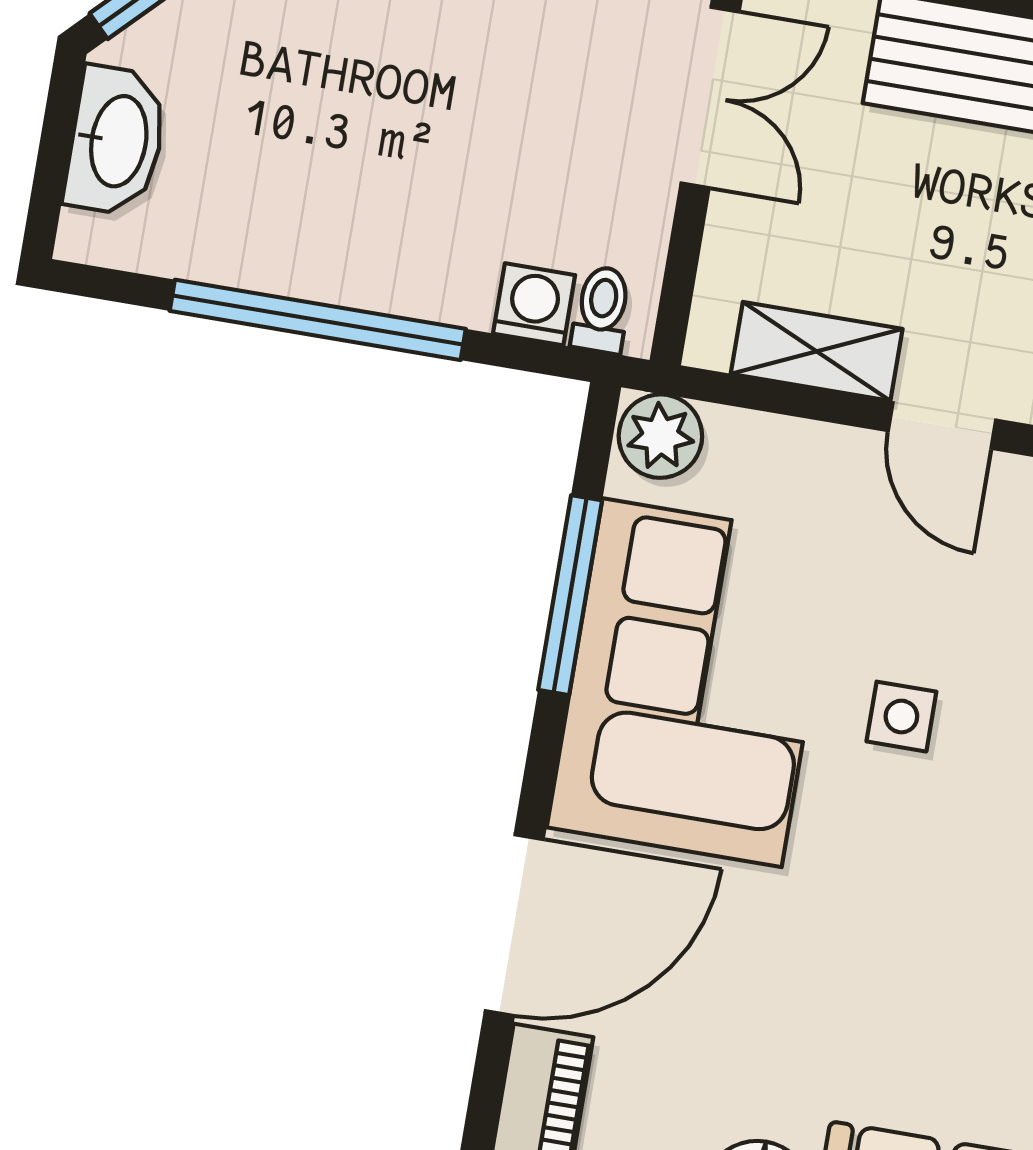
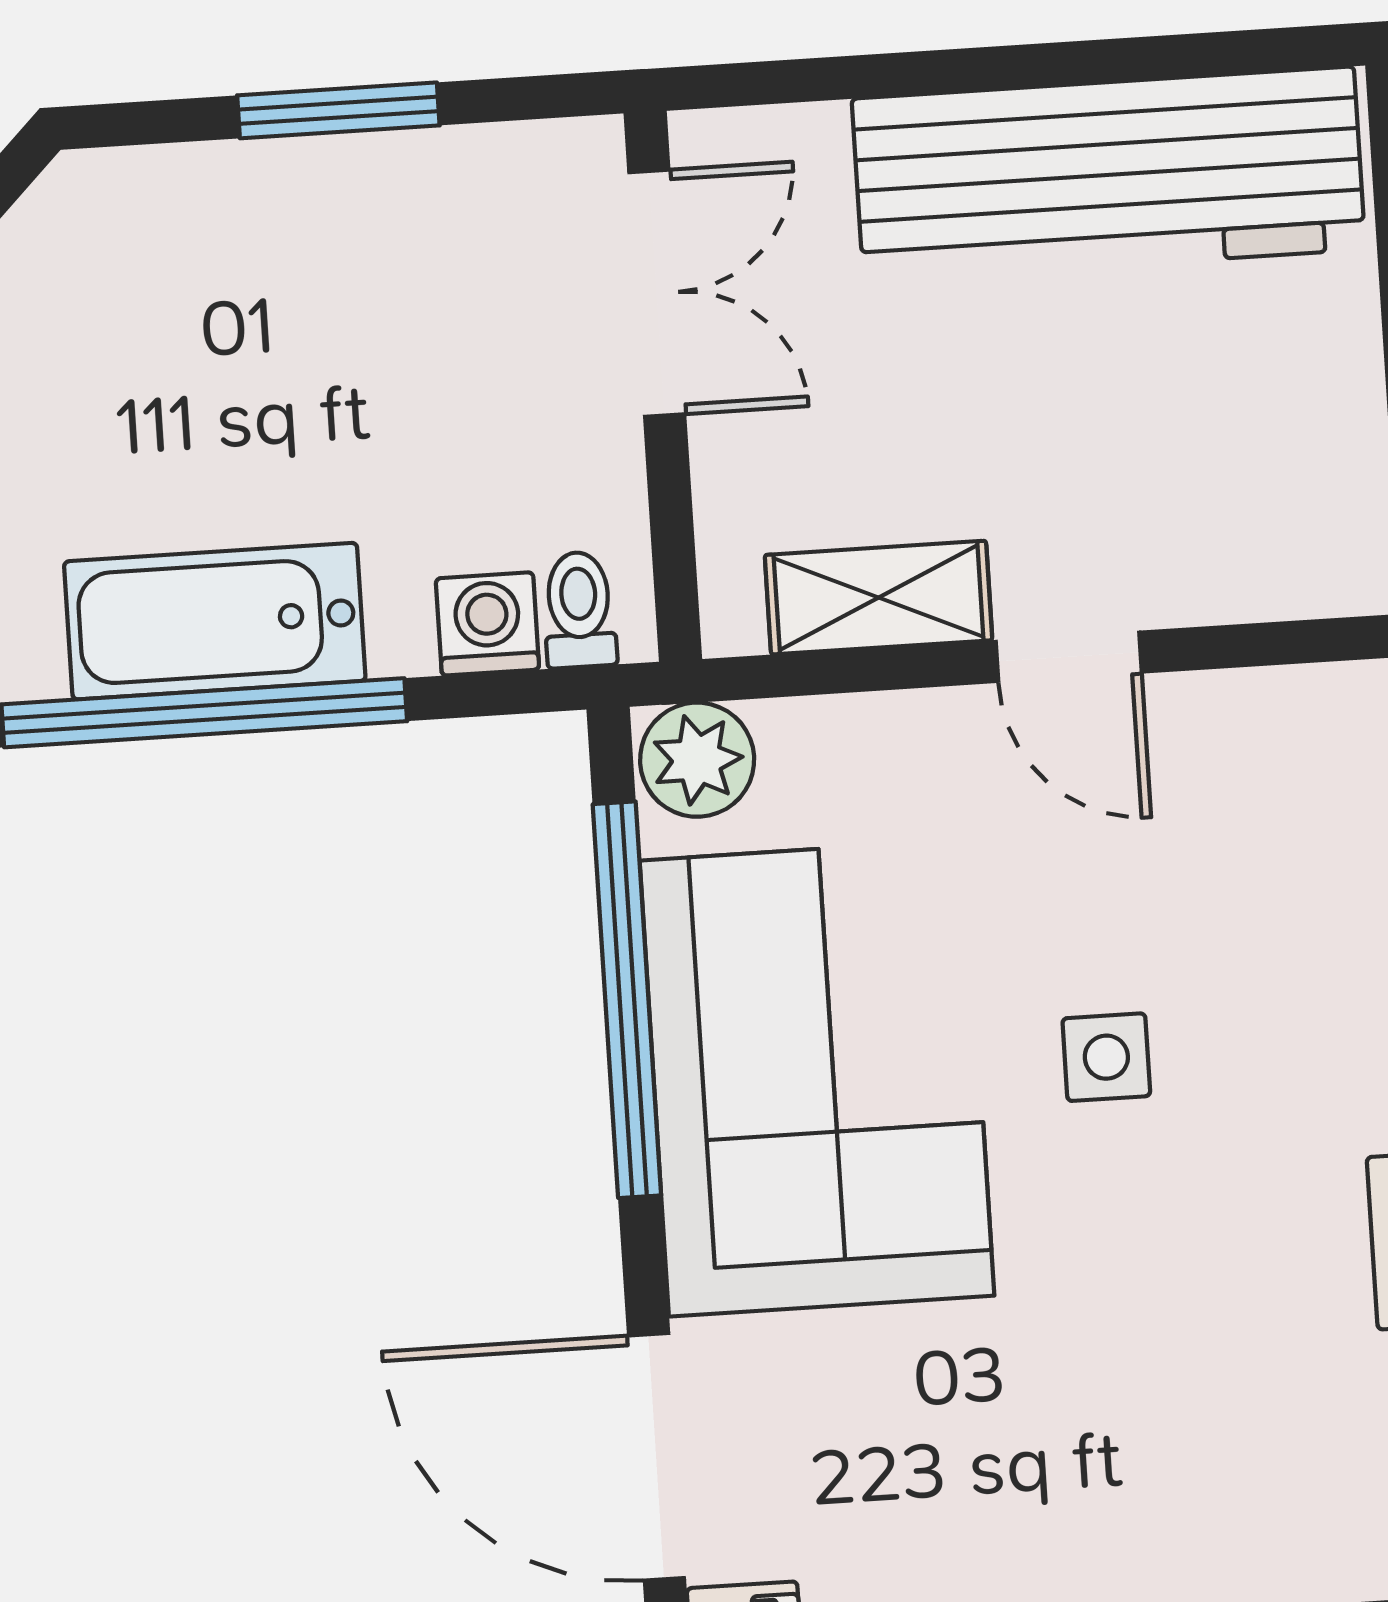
bathtub: (341, 256) -> (215, 621), added
window: (570, 595) -> (627, 1000), width x1.46
door: (514, 925) -> (656, 1457), swing flipped

